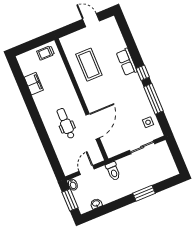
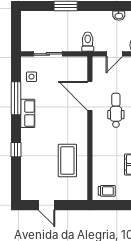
row of seats: (127, 62) -> (28, 113), moved
window: (143, 73) -> (16, 150), moved
dental chair: (66, 123) -> (116, 110), turned 180
door: (93, 126) -> (90, 96), hinge flipped

